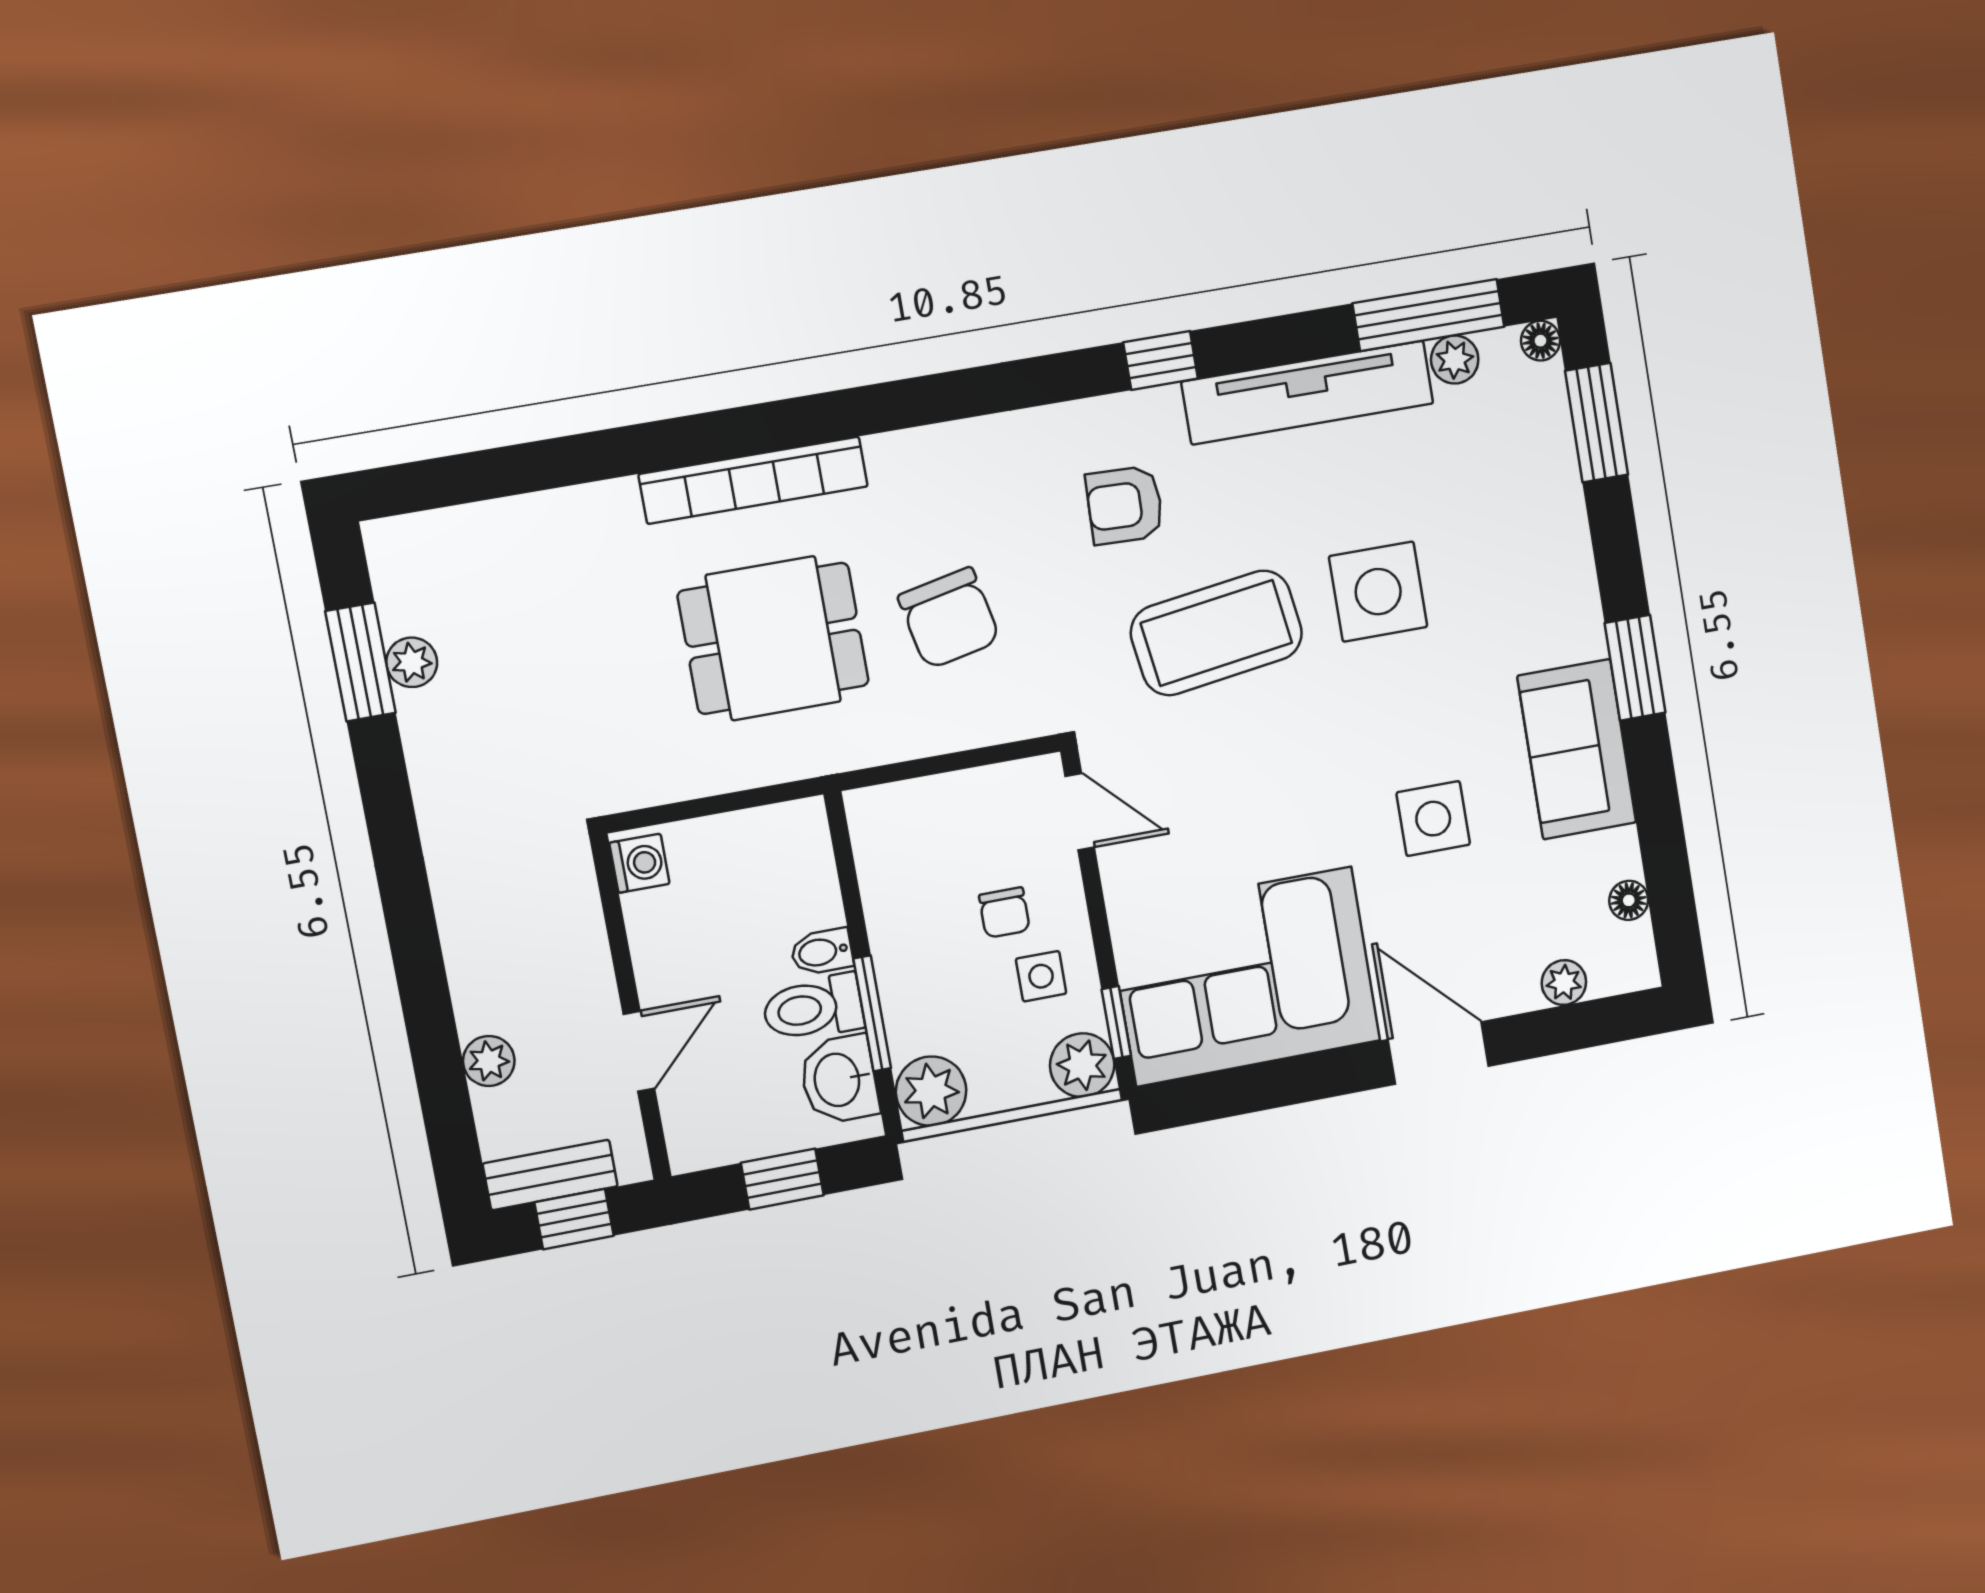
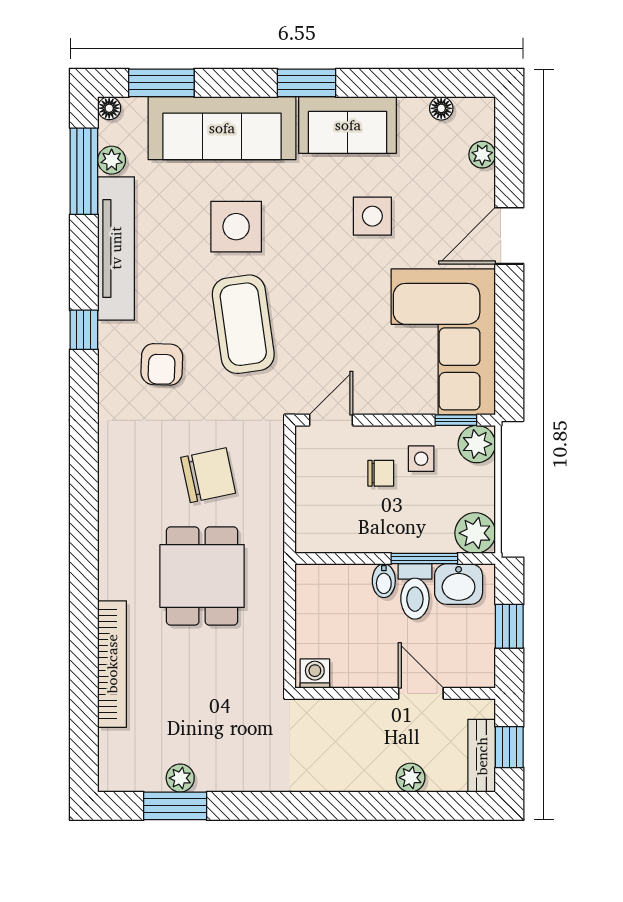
bookcase: (753, 480) -> (112, 664), moved
sofa: (1538, 539) -> (222, 128), added

